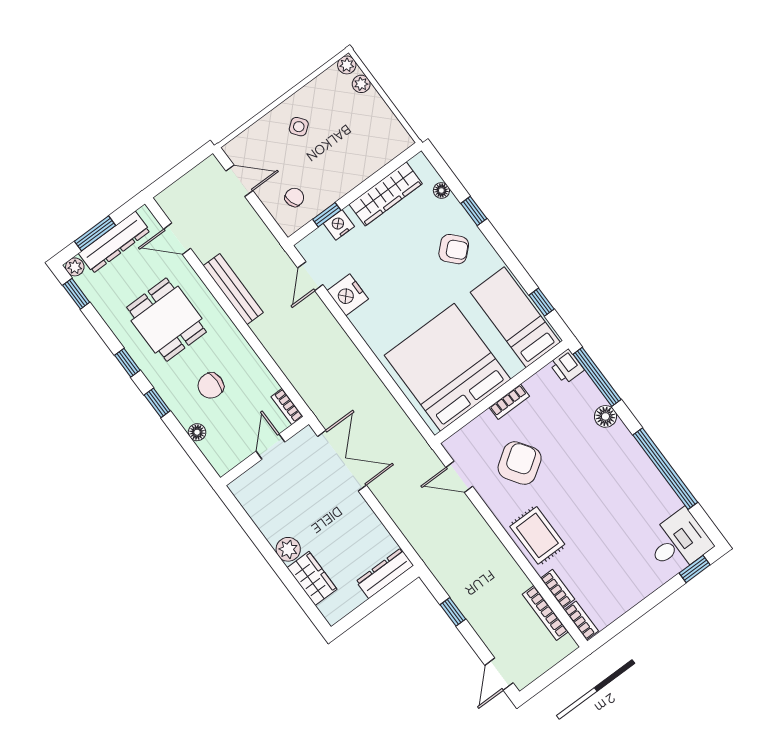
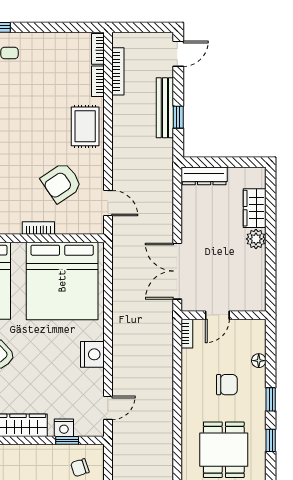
bench: (233, 289) -> (165, 108), moved
nightstand: (348, 295) -> (92, 354), moved

